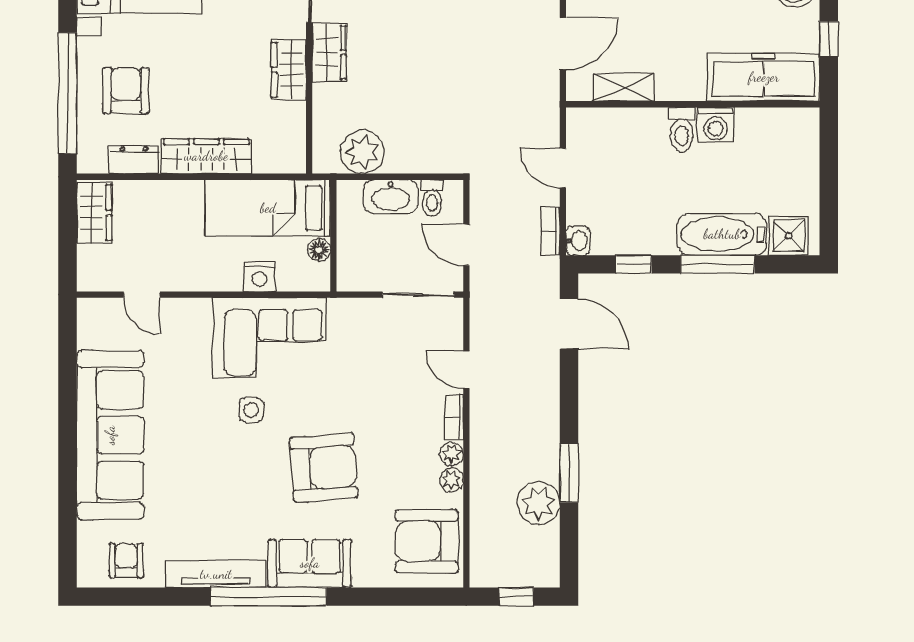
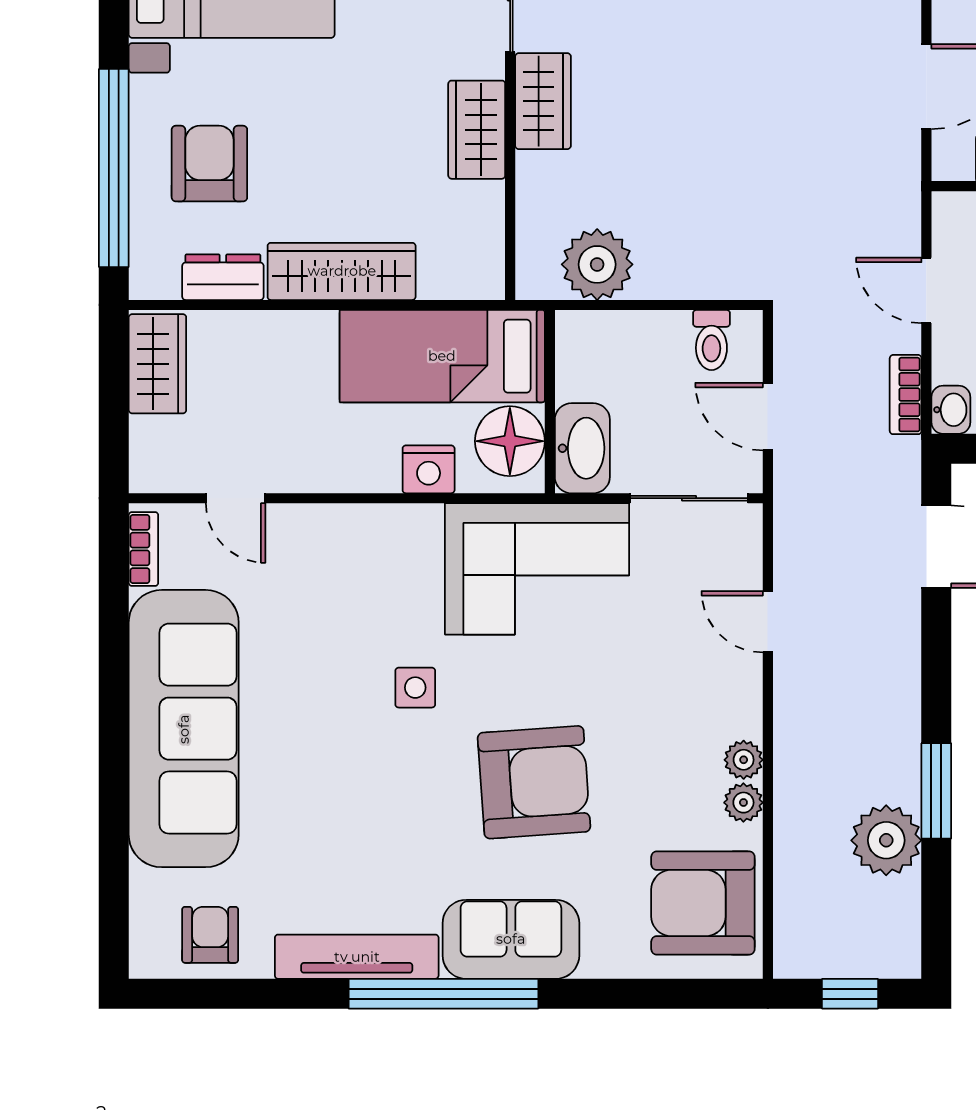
washbasin: (391, 197) -> (582, 448), moved, turned -90
floor lamp: (319, 250) -> (510, 441), width x1.89, depth x1.89
corner sofa: (270, 338) -> (537, 569), moved
bookcase: (454, 417) -> (143, 549), moved, turned 180

